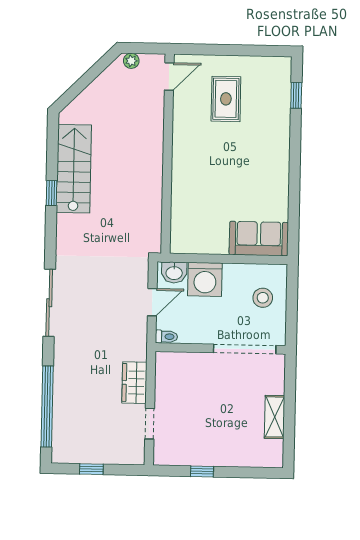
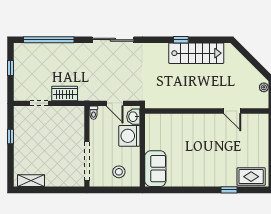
door: (169, 76) -> (232, 111), moved
window: (296, 95) -> (229, 190), moved
rug: (226, 99) -> (251, 177), moved
shelving: (275, 417) -> (31, 181), moved

